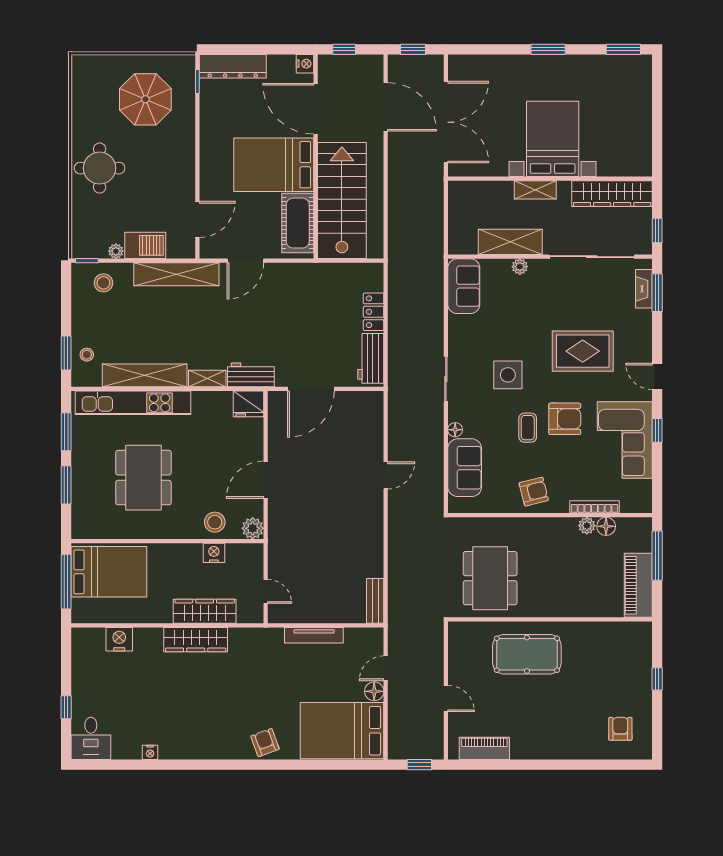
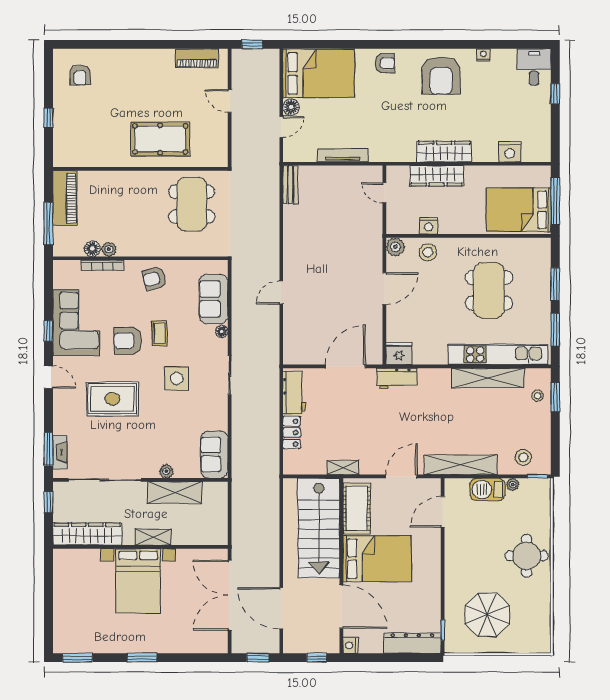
shelving: (207, 378) -> (343, 467), moved
armchair: (199, 728) -> (441, 76), added
armchair: (265, 743) -> (385, 63), turned -70

